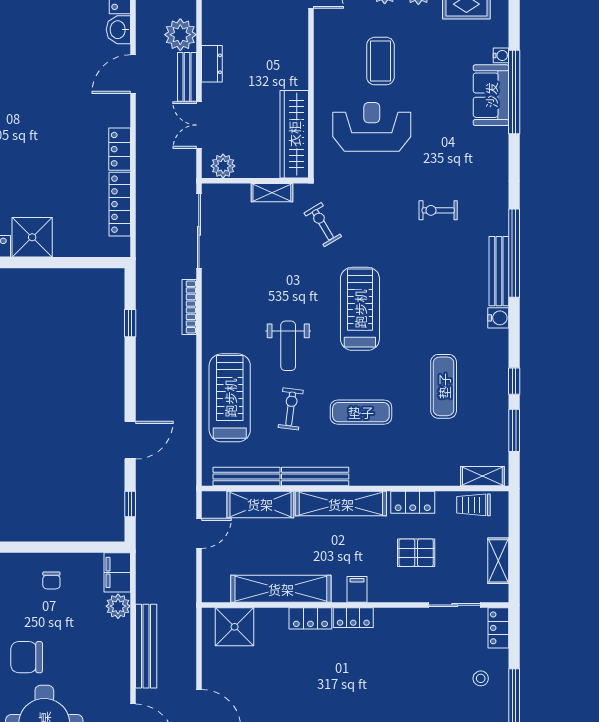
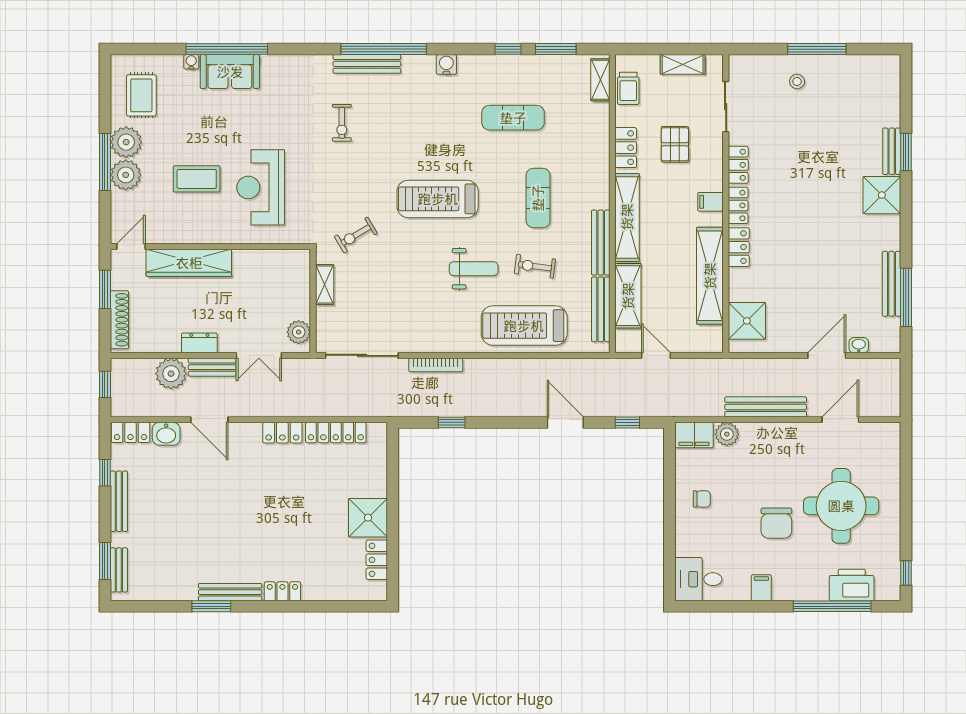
wardrobe: (294, 134) -> (189, 263), moved
bench: (499, 271) -> (367, 64), moved
locker: (498, 628) -> (738, 165), moved, turned -90

